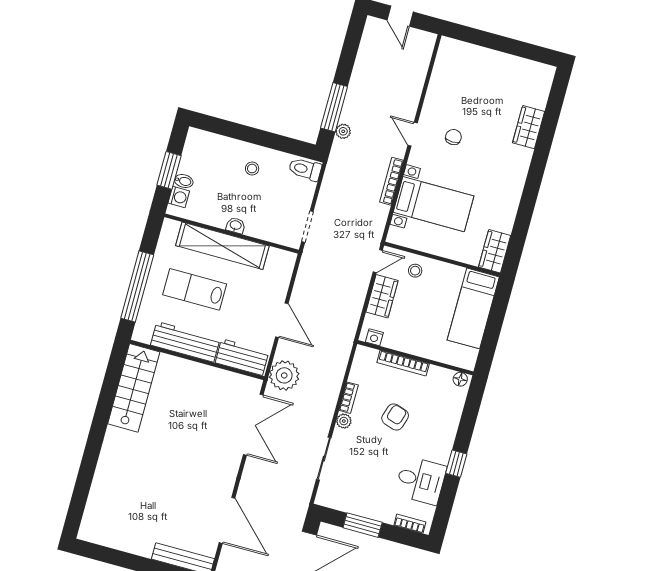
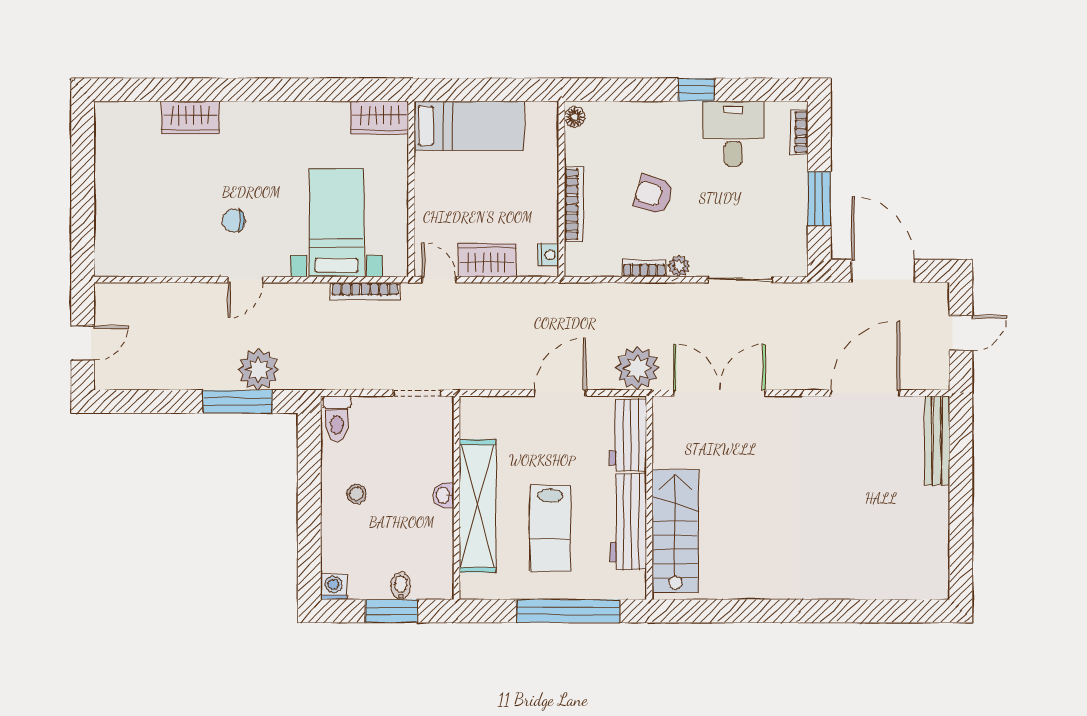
plant: (343, 131) -> (259, 369), width x1.88, depth x1.88
bookcase: (391, 181) -> (365, 291), moved
washing machine: (179, 197) -> (334, 587), moved
stool: (415, 271) -> (438, 223), removed
stairs: (134, 388) -> (675, 531), moved, turned 90

